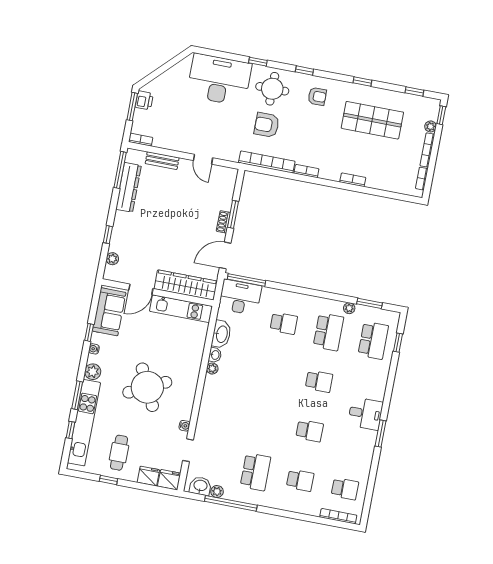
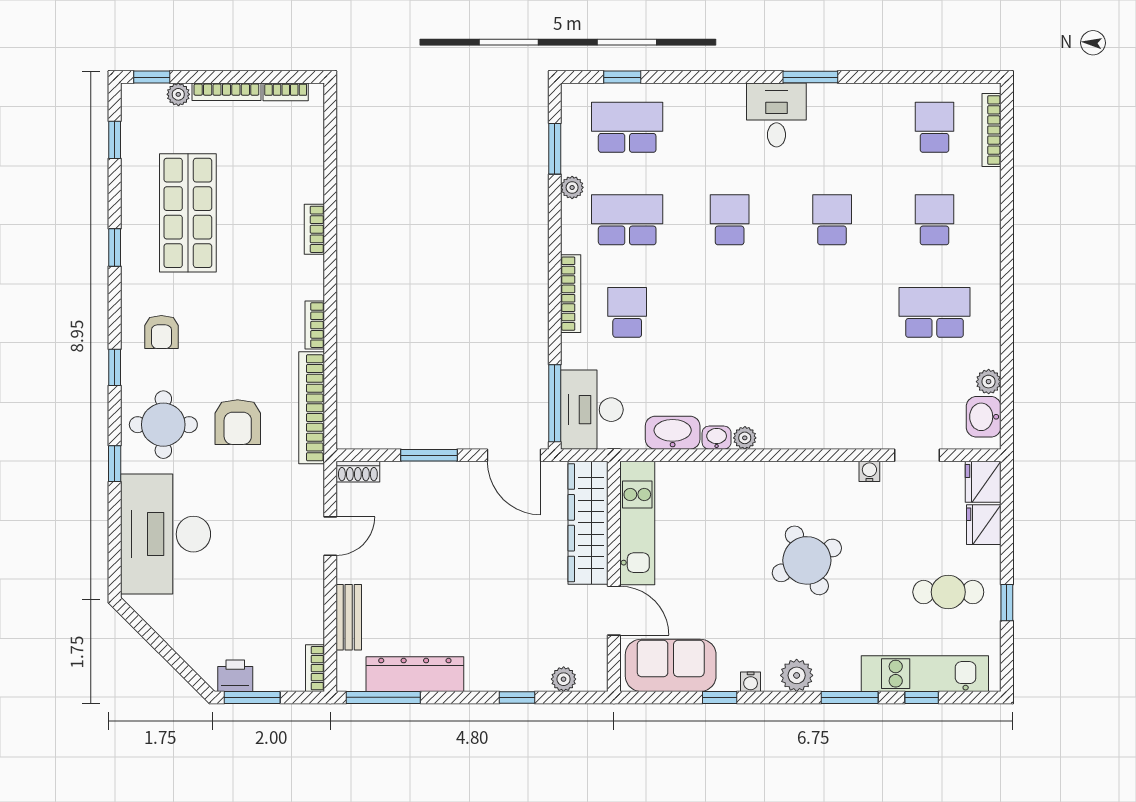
armchair: (317, 96) -> (161, 332), turned 180
shoe rack: (223, 222) -> (358, 472), moved
bookcase: (298, 298) -> (571, 294), added
round table: (147, 387) -> (807, 560), width x0.73, depth x0.73
kitchen unit: (84, 423) -> (925, 674), width x0.73
window: (231, 503) -> (1007, 350), removed

